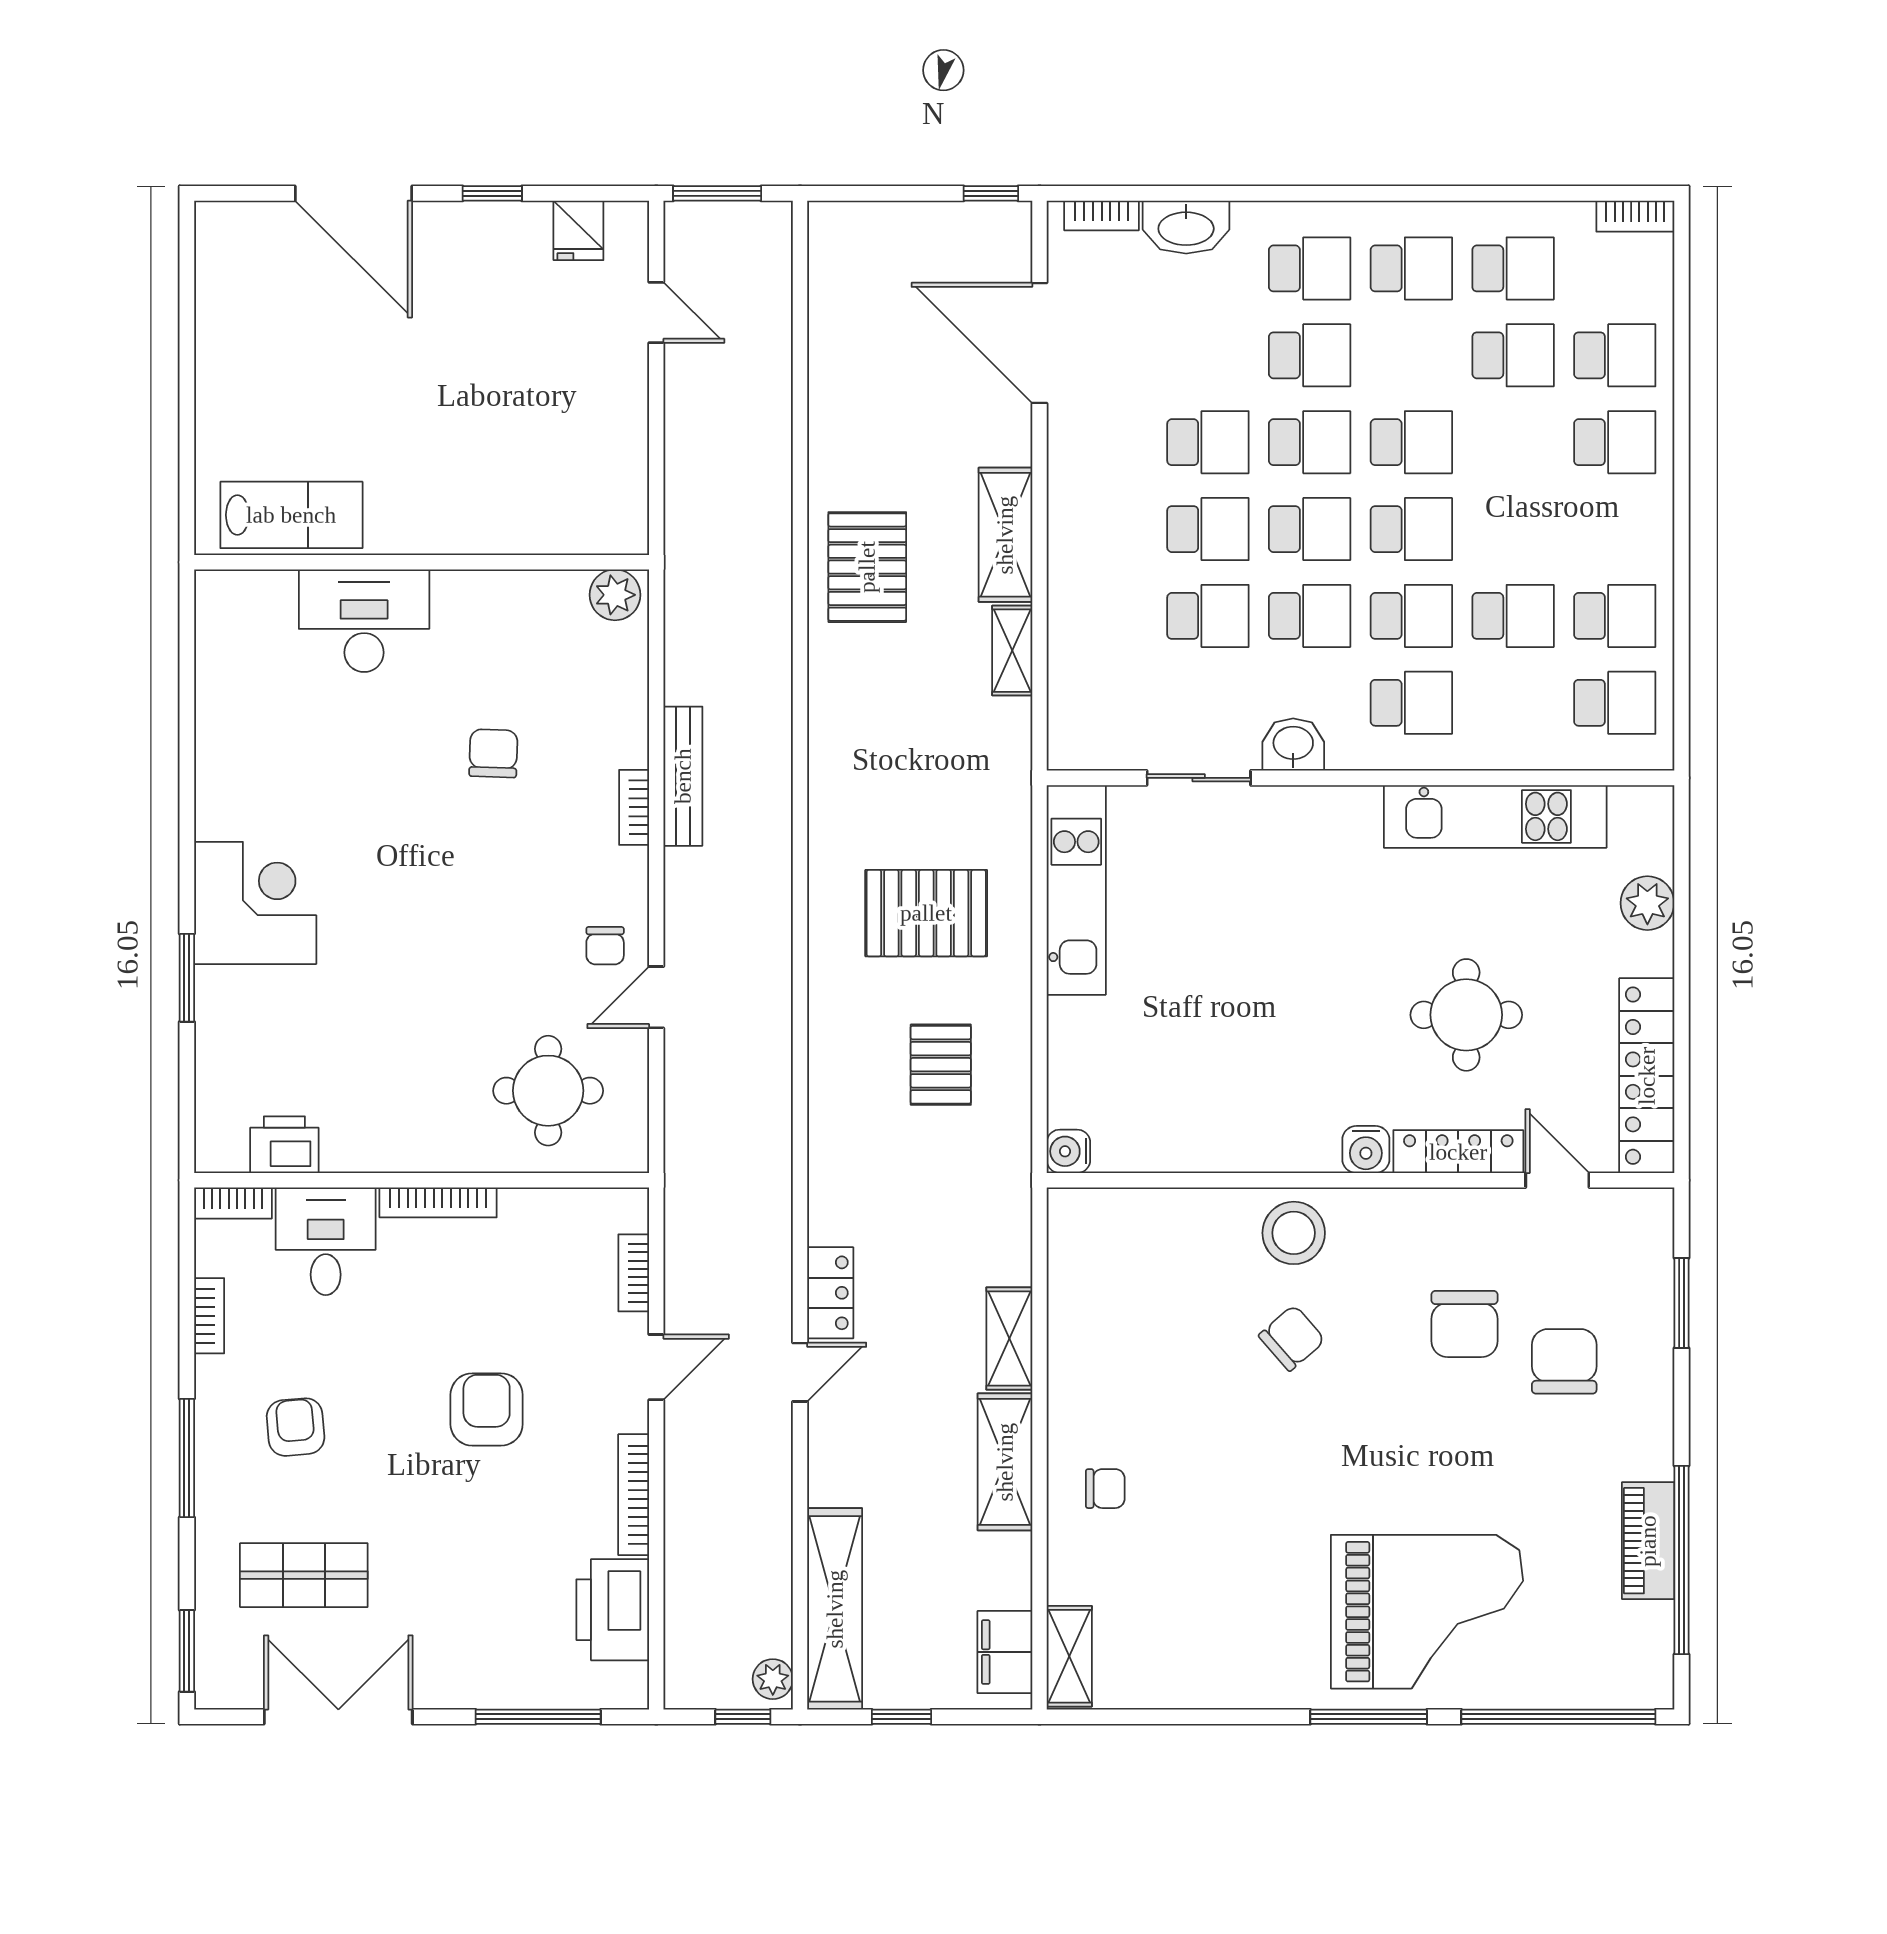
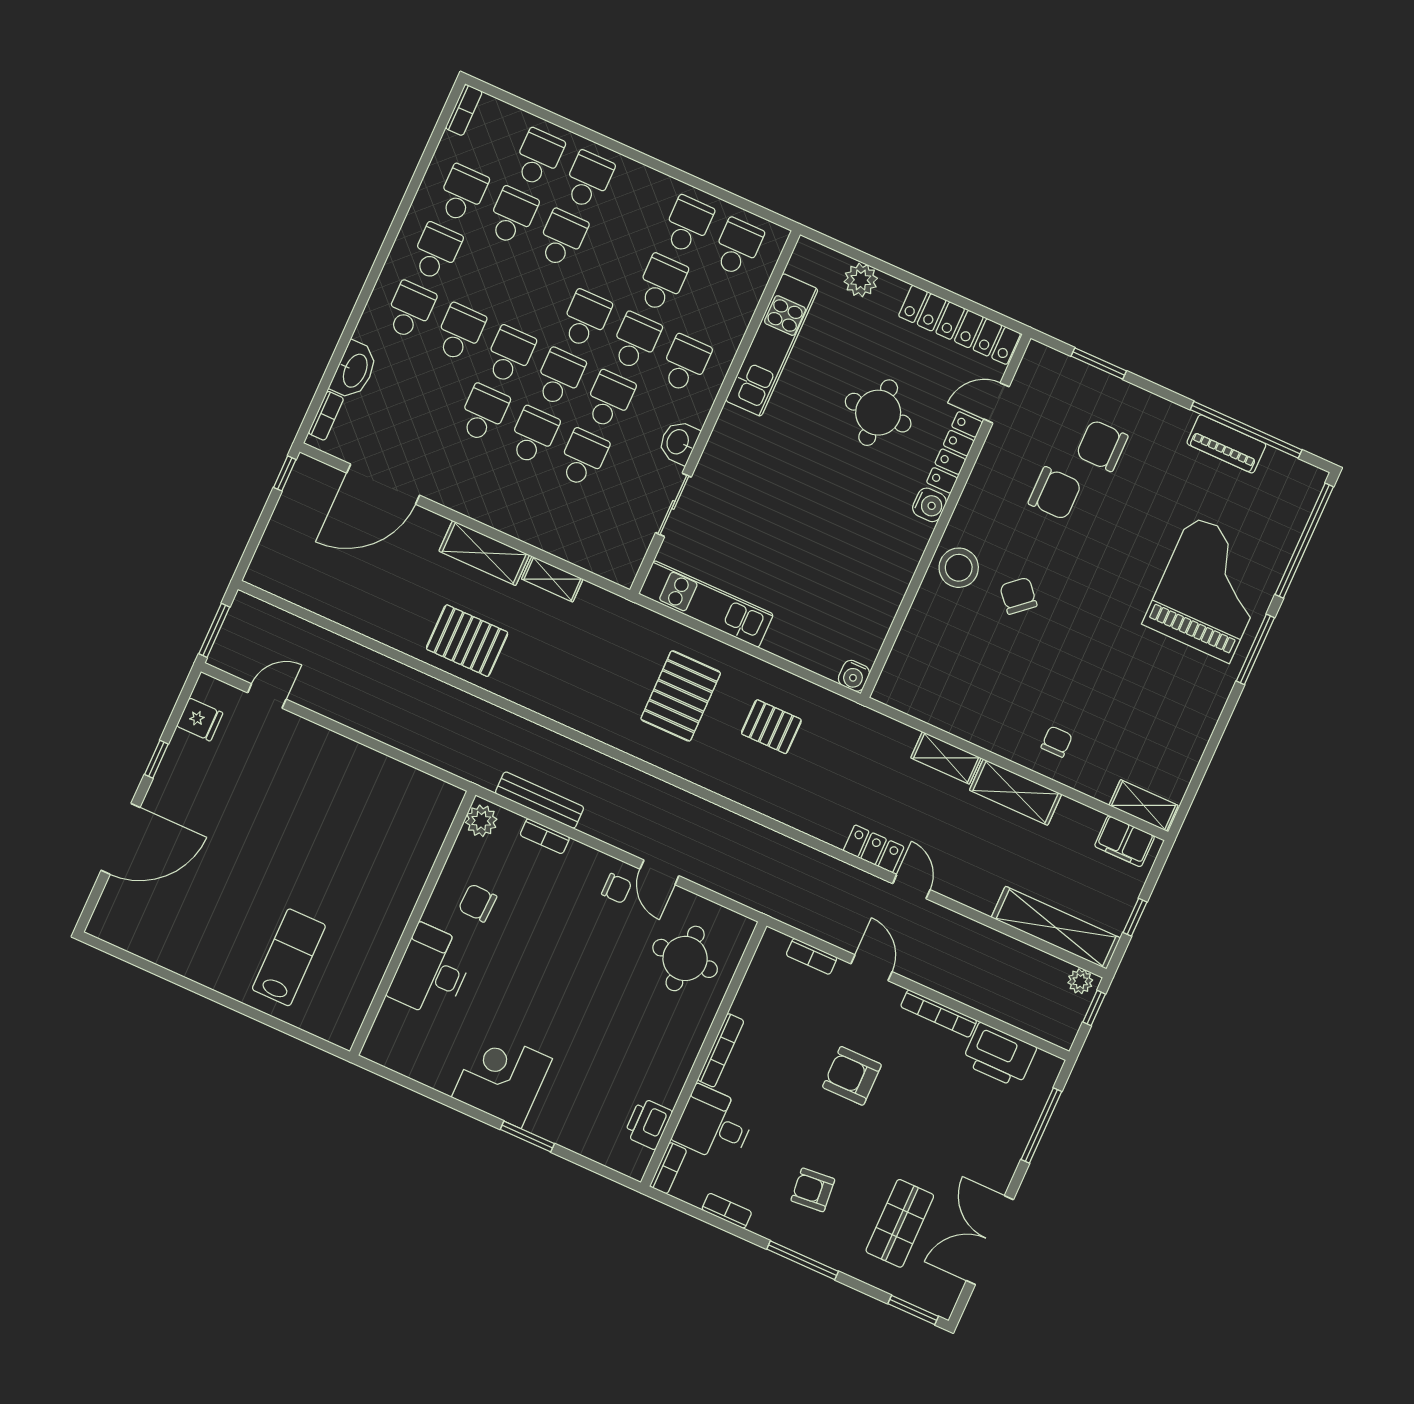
school desk: (1411, 442) -> (562, 238), moved
wall: (422, 562) -> (413, 923), moved
plant: (615, 595) -> (481, 821), moved
desk: (364, 621) -> (431, 971), moved

